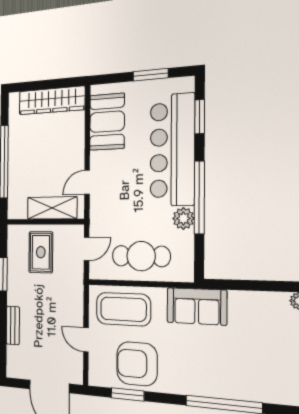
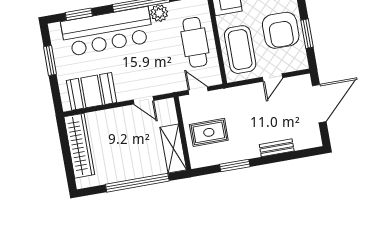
shelving: (52, 208) -> (173, 149), moved

